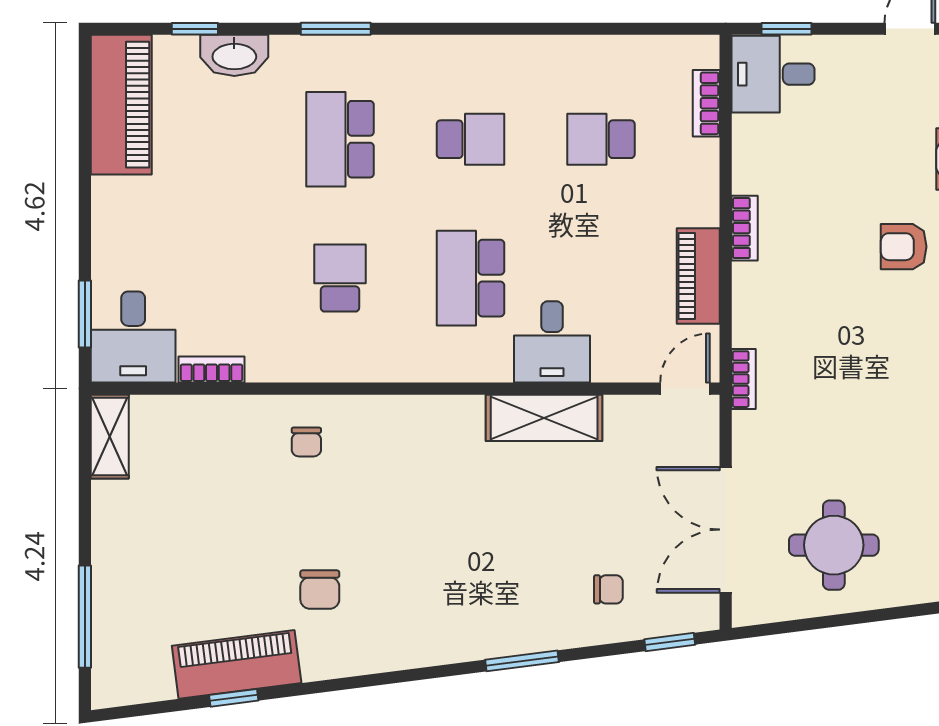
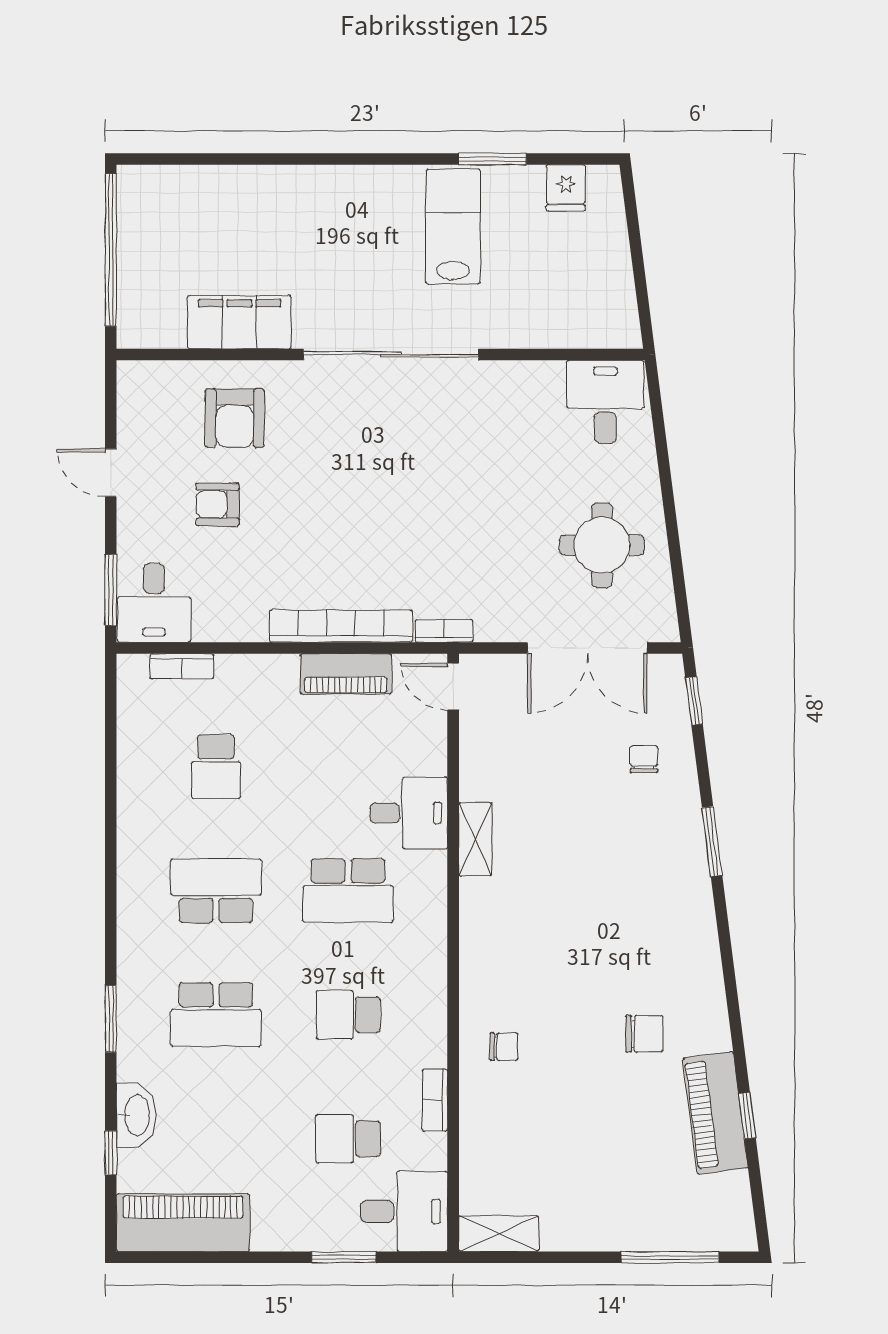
window: (787, 29) -> (111, 590), width x1.50
school desk: (470, 139) -> (216, 891), width x1.85
bookcase: (745, 228) -> (341, 626), width x2.31, depth x1.31
armchair: (904, 247) -> (218, 504), moved, turned 90
school desk: (210, 278) -> (348, 1139), added
window: (85, 314) -> (344, 1257), moved
bookcase: (212, 370) -> (435, 1100), moved
shelving: (544, 418) -> (475, 839), width x0.67, depth x0.75

